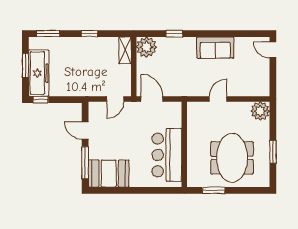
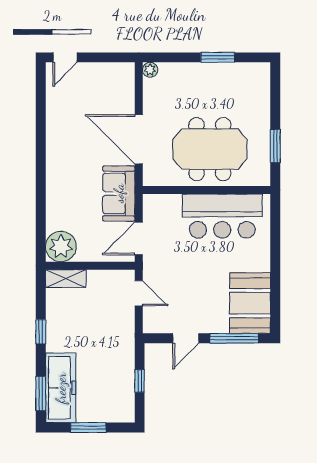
window: (174, 34) -> (41, 205), removed
sofa: (215, 48) -> (119, 193), moved, turned 180
freezer: (39, 73) -> (61, 388), moved, turned 90
door: (218, 99) -> (139, 139), width x1.87
window: (41, 100) -> (140, 381), moved
plant: (260, 111) -> (150, 70), width x0.53, depth x0.53
meeting table: (232, 158) -> (210, 149), moved

